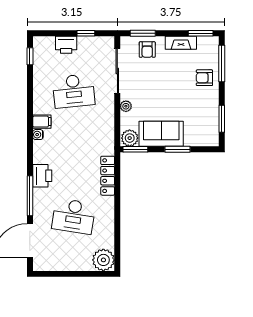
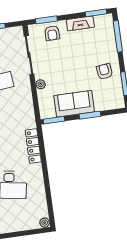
armchair: (204, 78) -> (105, 71), moved, turned 83
plant: (130, 138) -> (48, 111), removed
plant: (103, 260) -> (45, 223), width x0.53, depth x0.53

